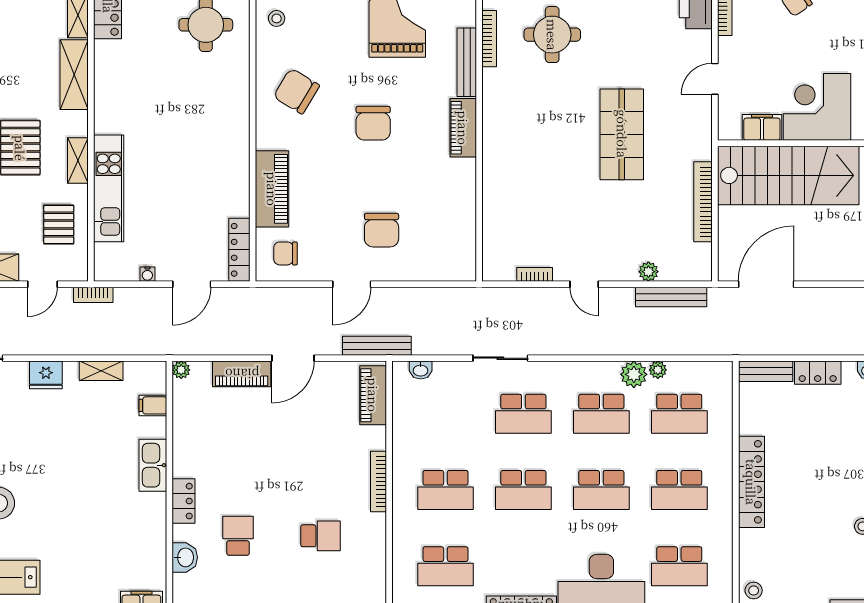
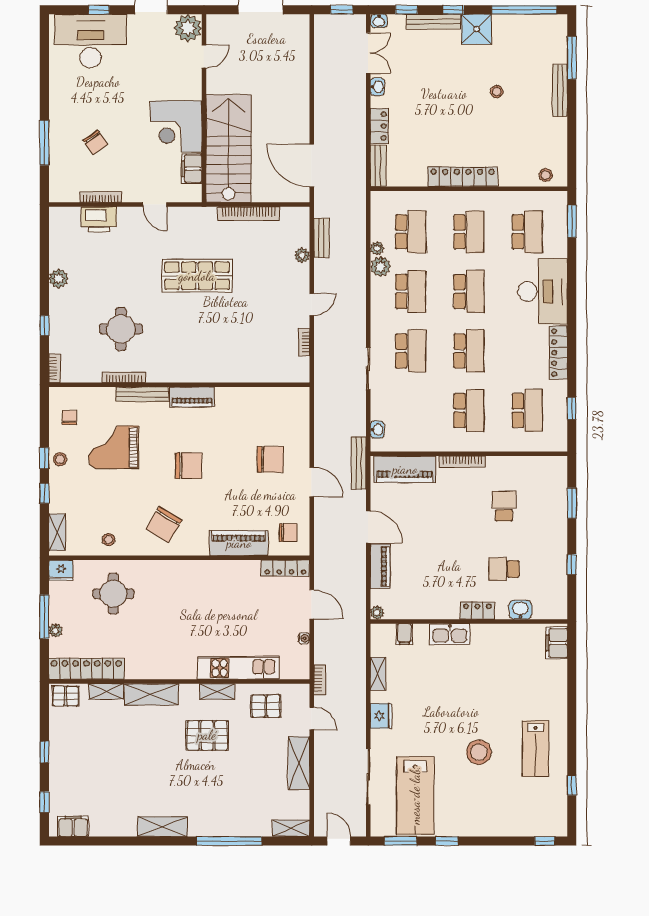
chair: (286, 253) -> (288, 533), turned -90
bench: (671, 297) -> (321, 238), width x0.73
piano: (373, 395) -> (405, 469), width x1.37, depth x1.33

